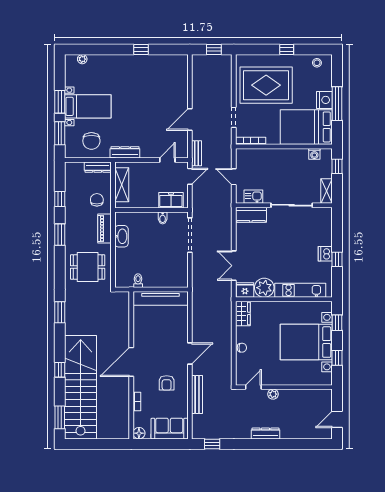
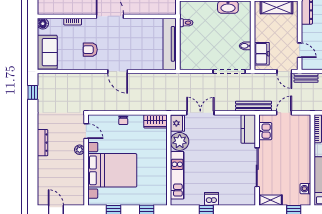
bed with nightstands: (306, 342) -> (112, 170), moved, turned 90
bench: (197, 394) -> (254, 106), moved

